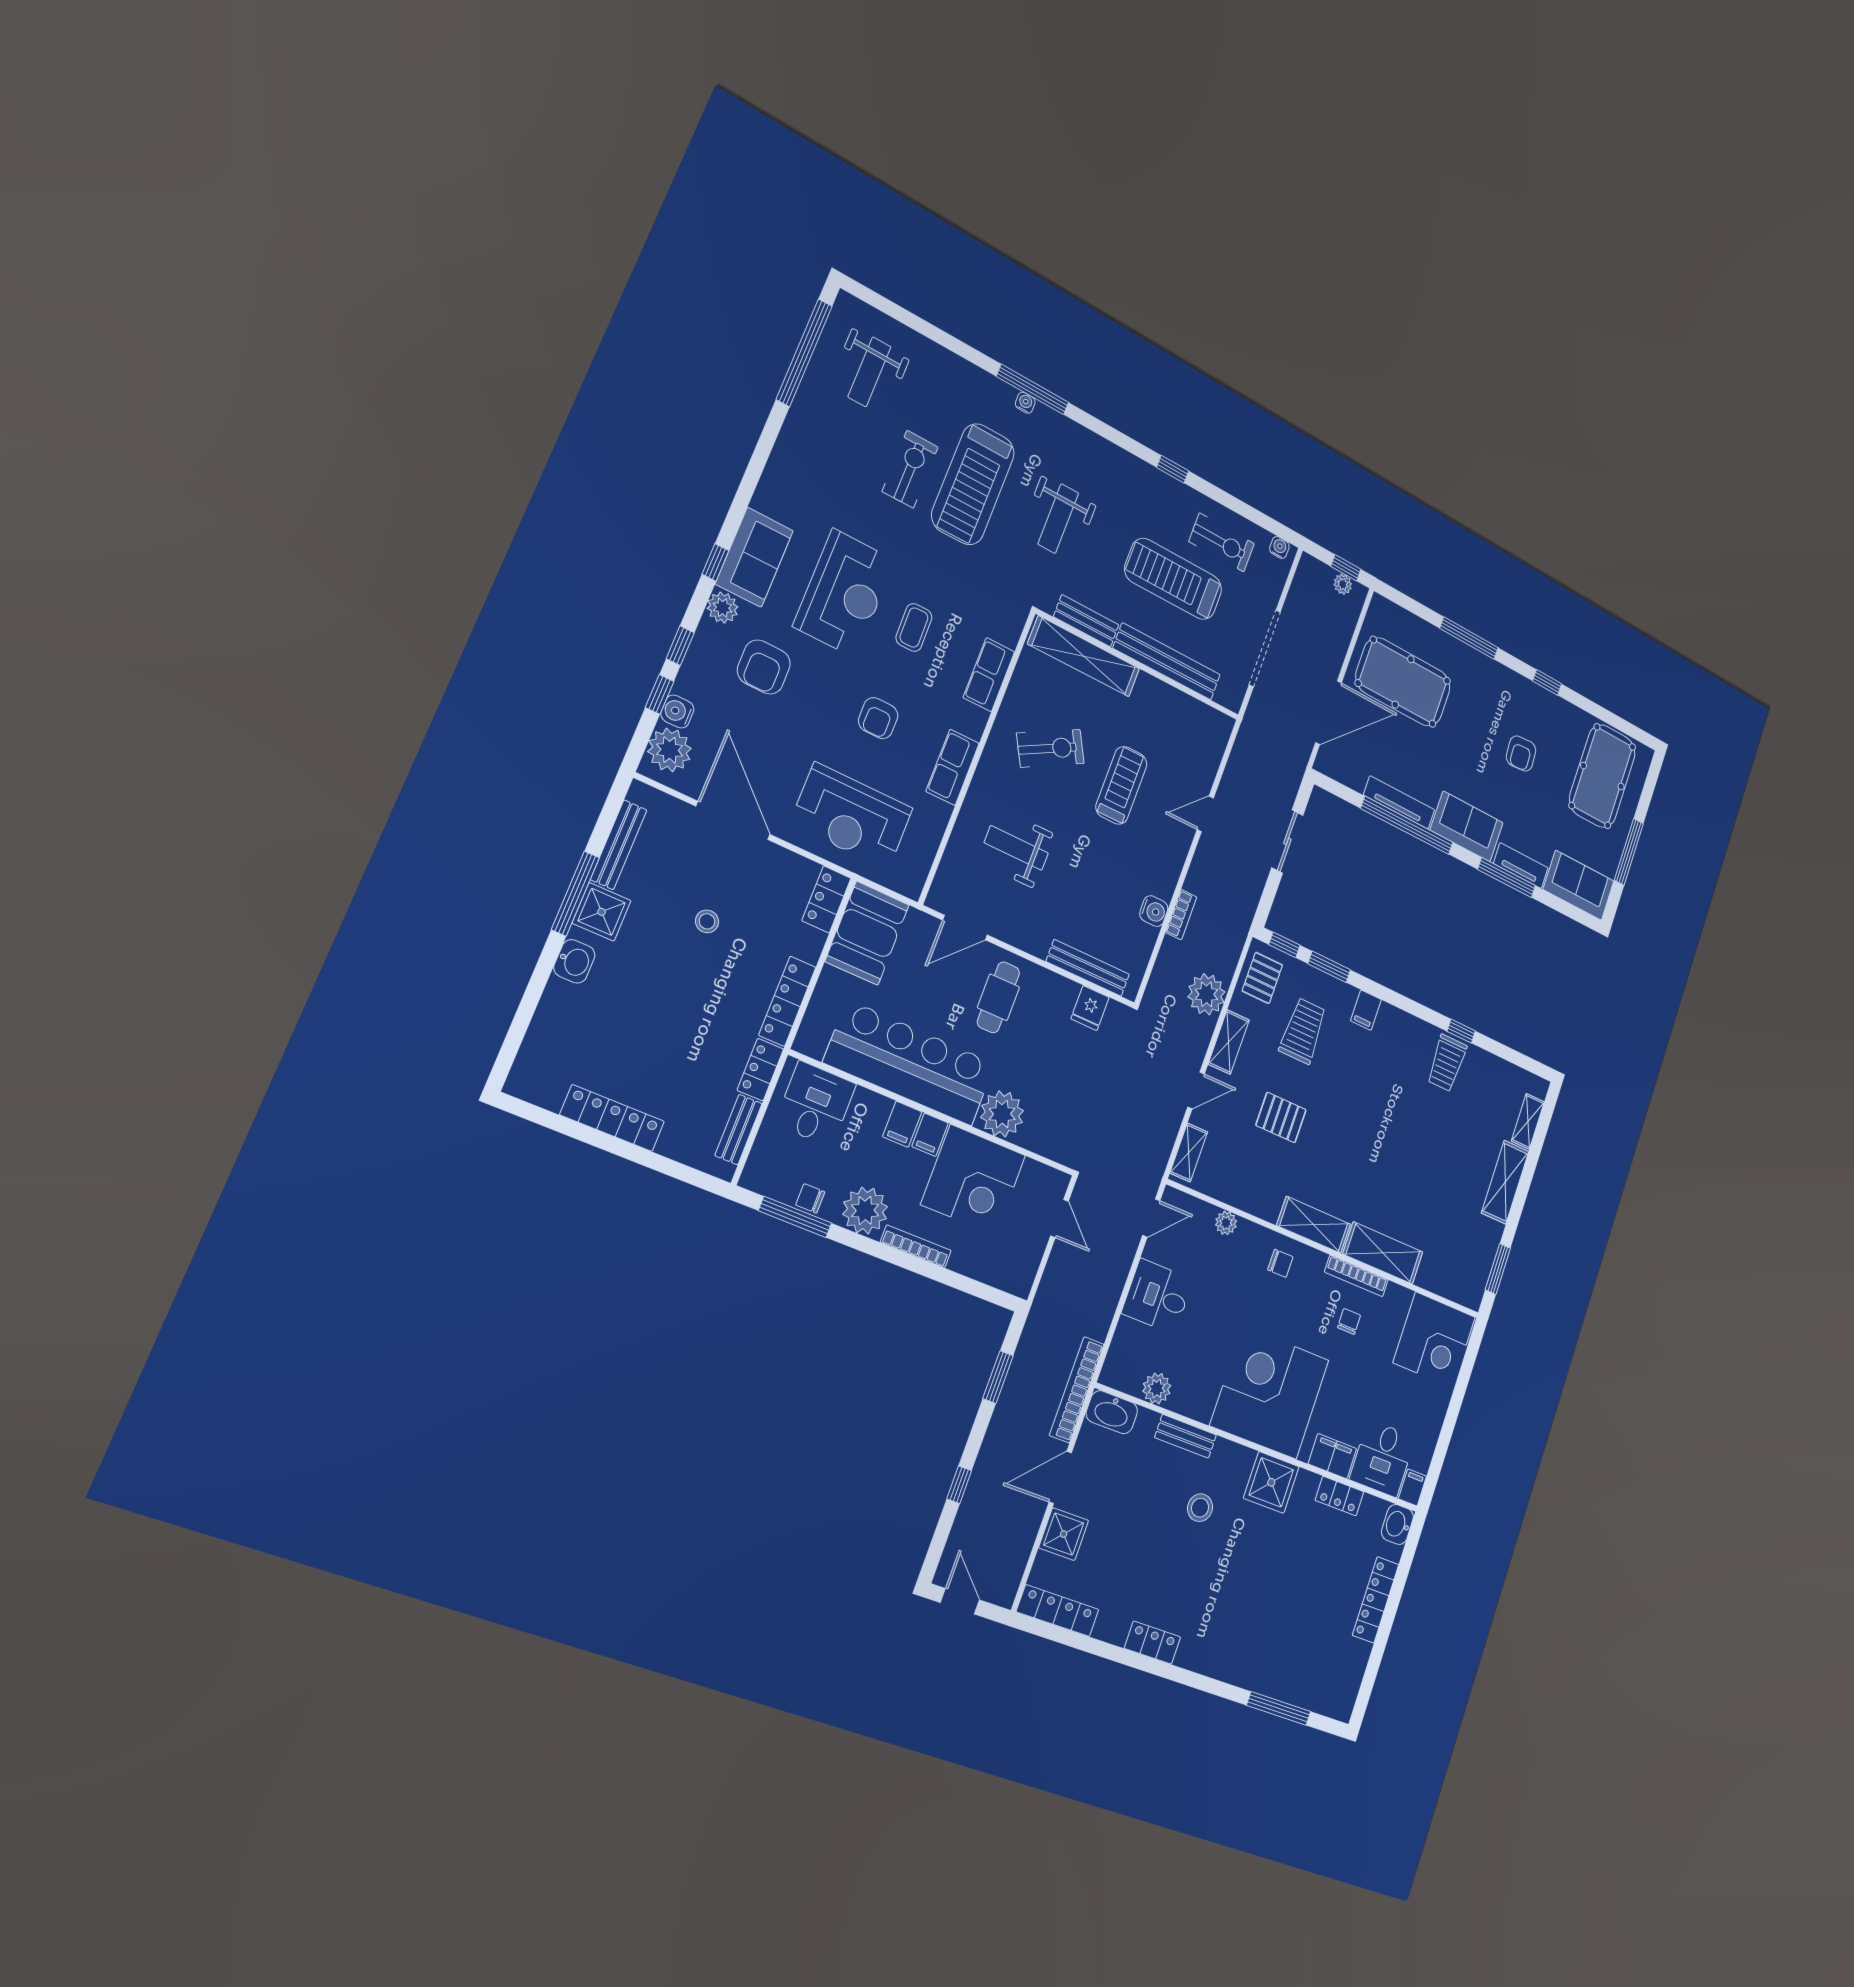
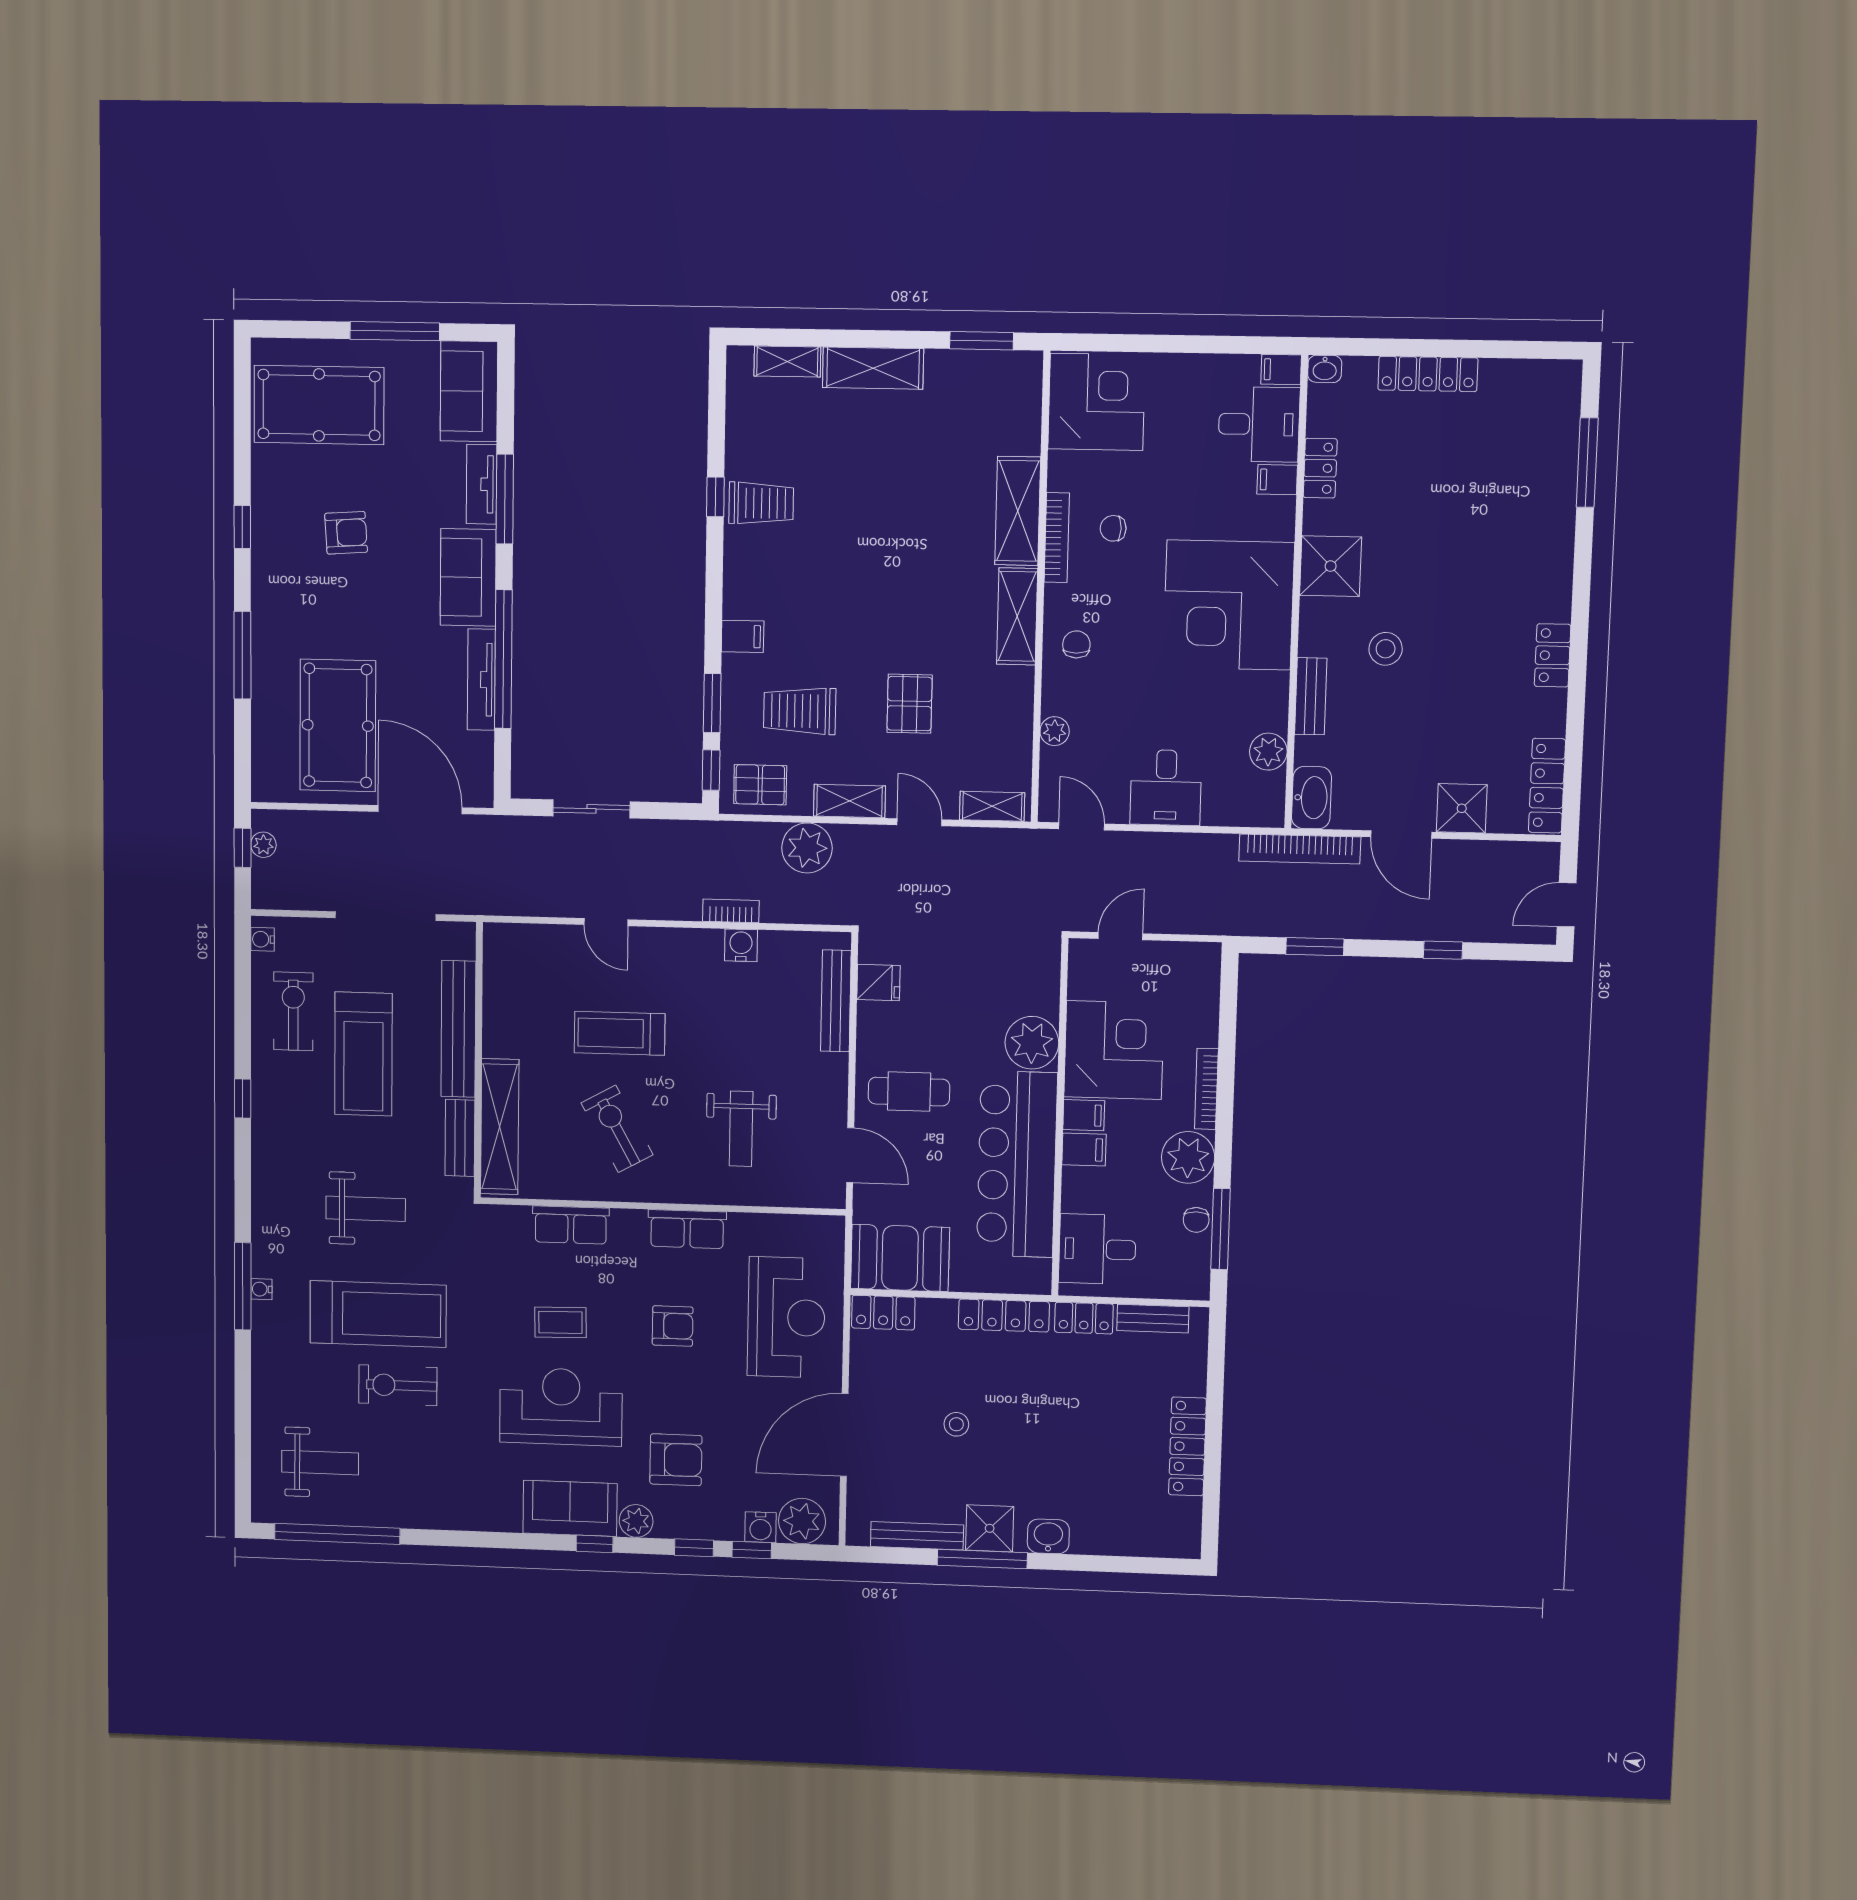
filing cabinet: (1332, 1456) -> (1277, 480), width x0.50
washbasin: (1397, 1524) -> (1325, 369), width x0.72, depth x0.69

